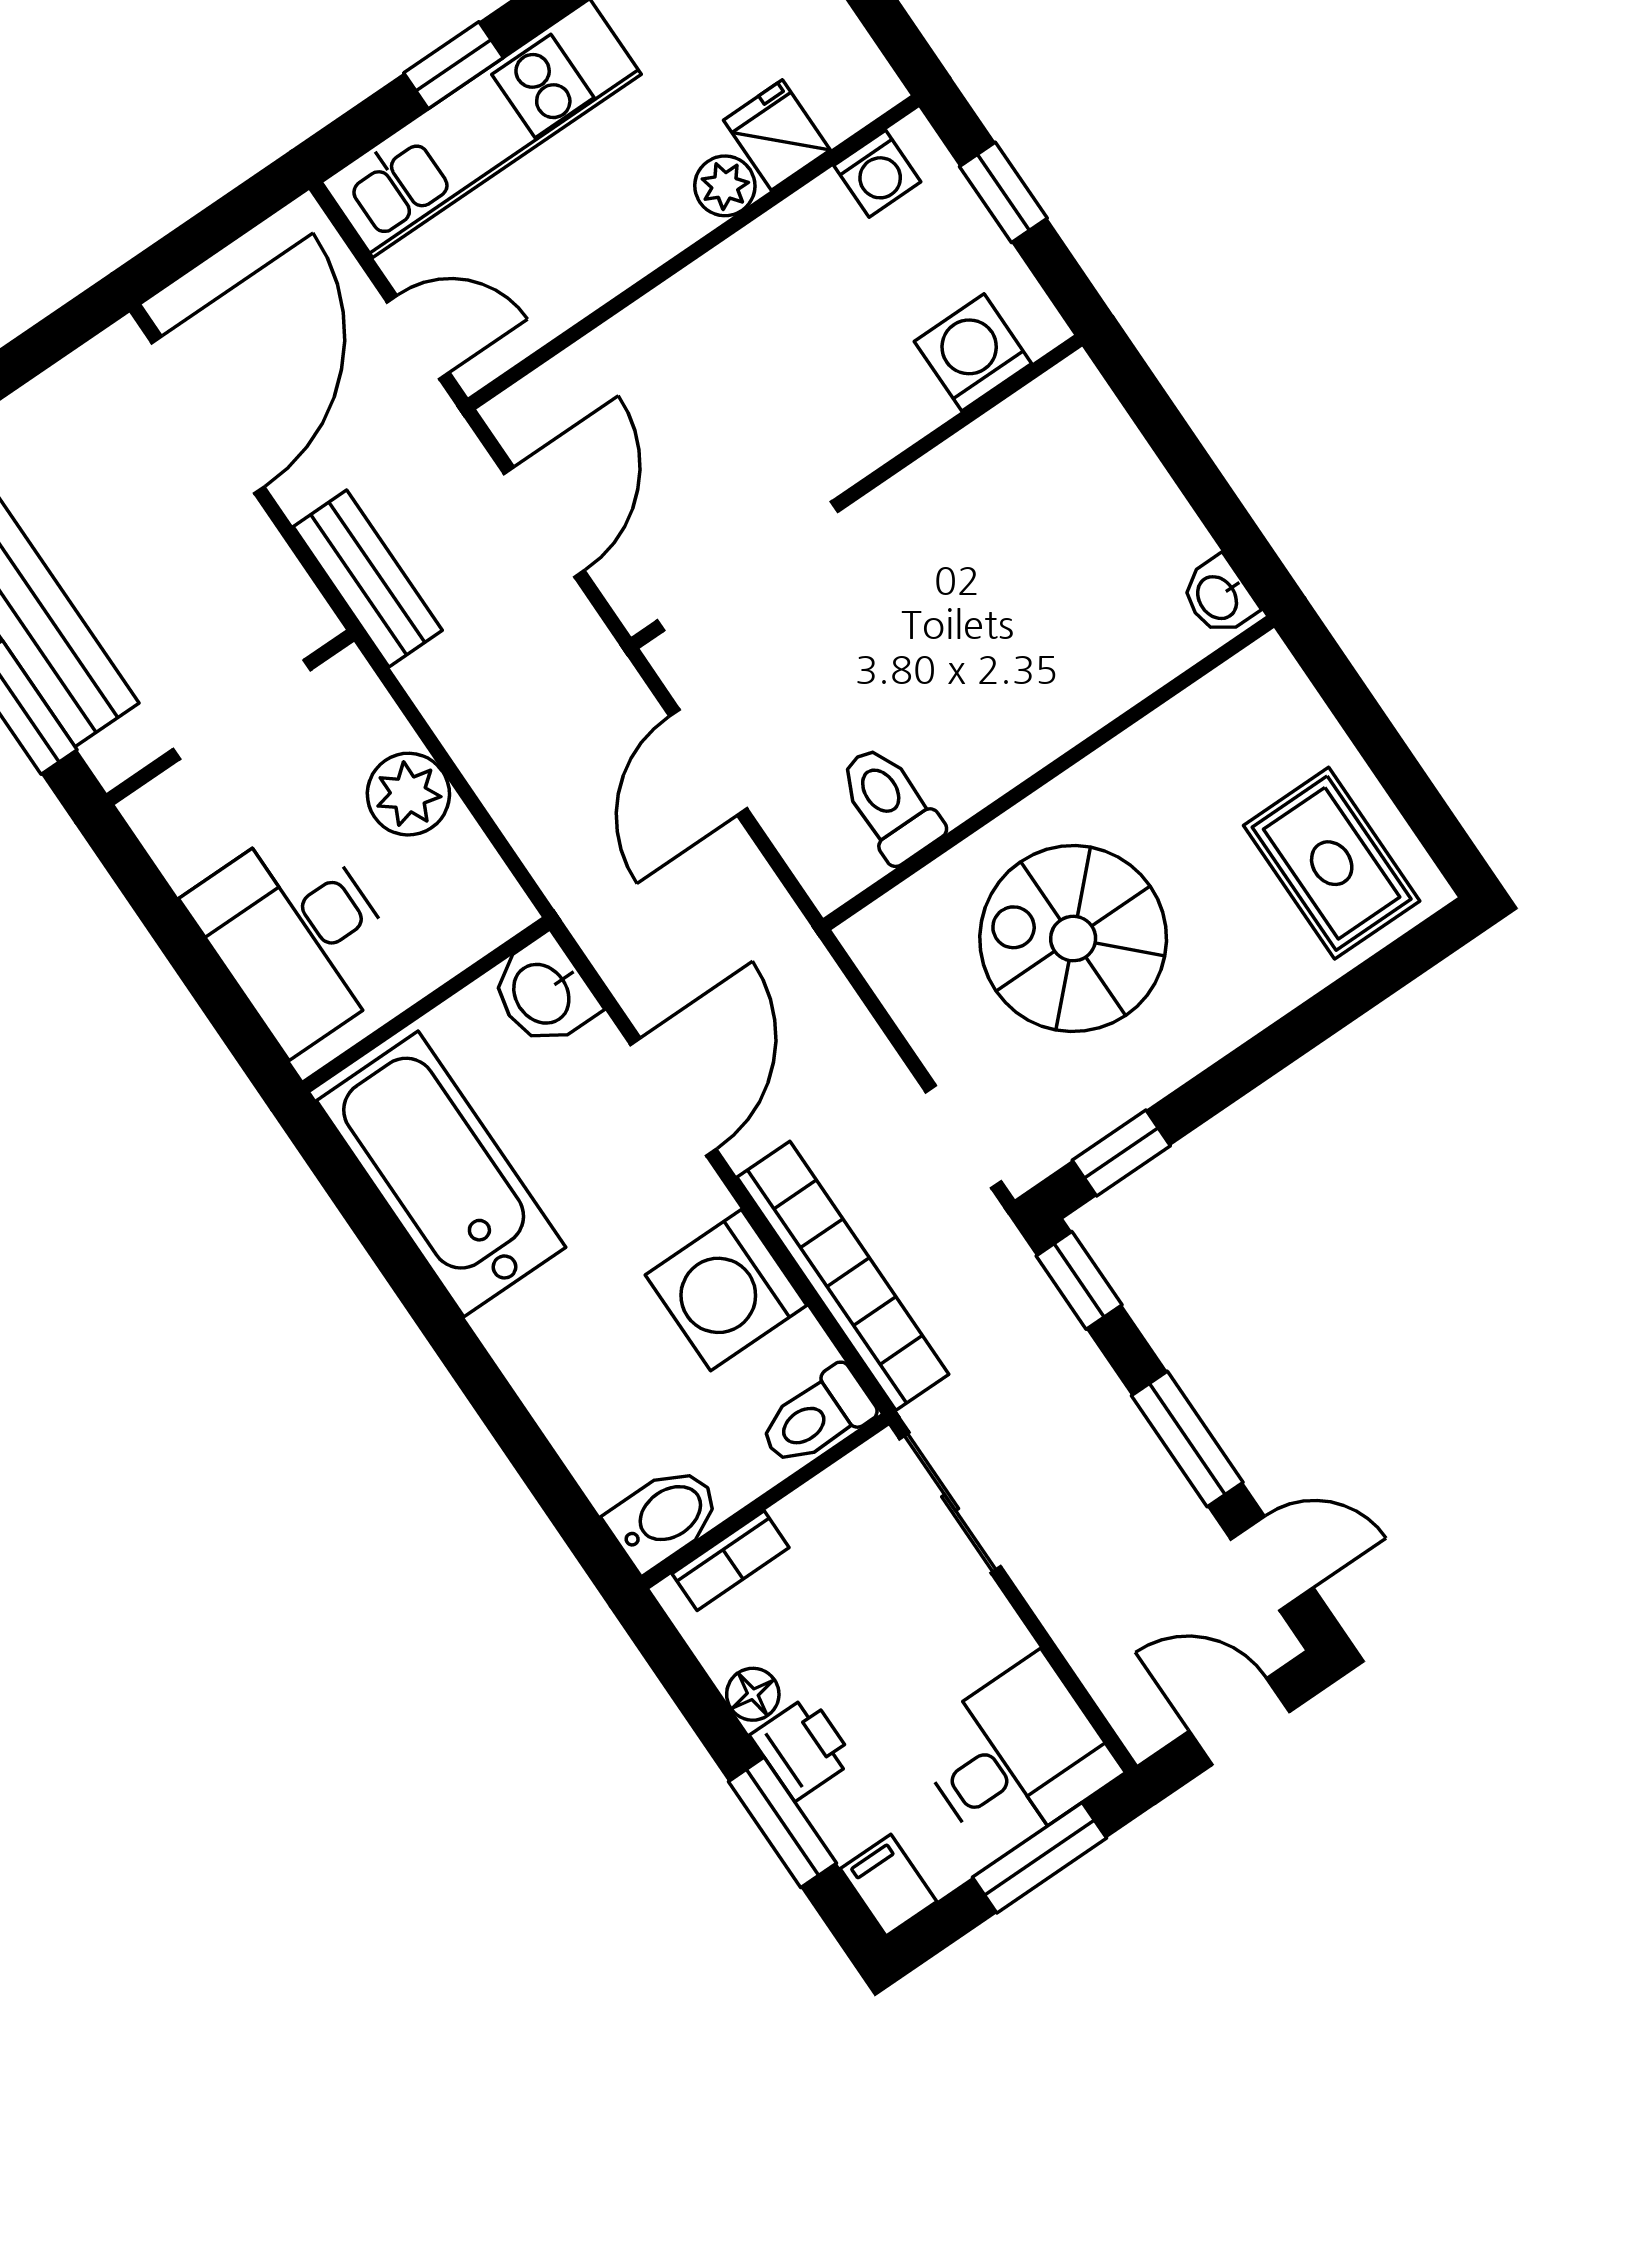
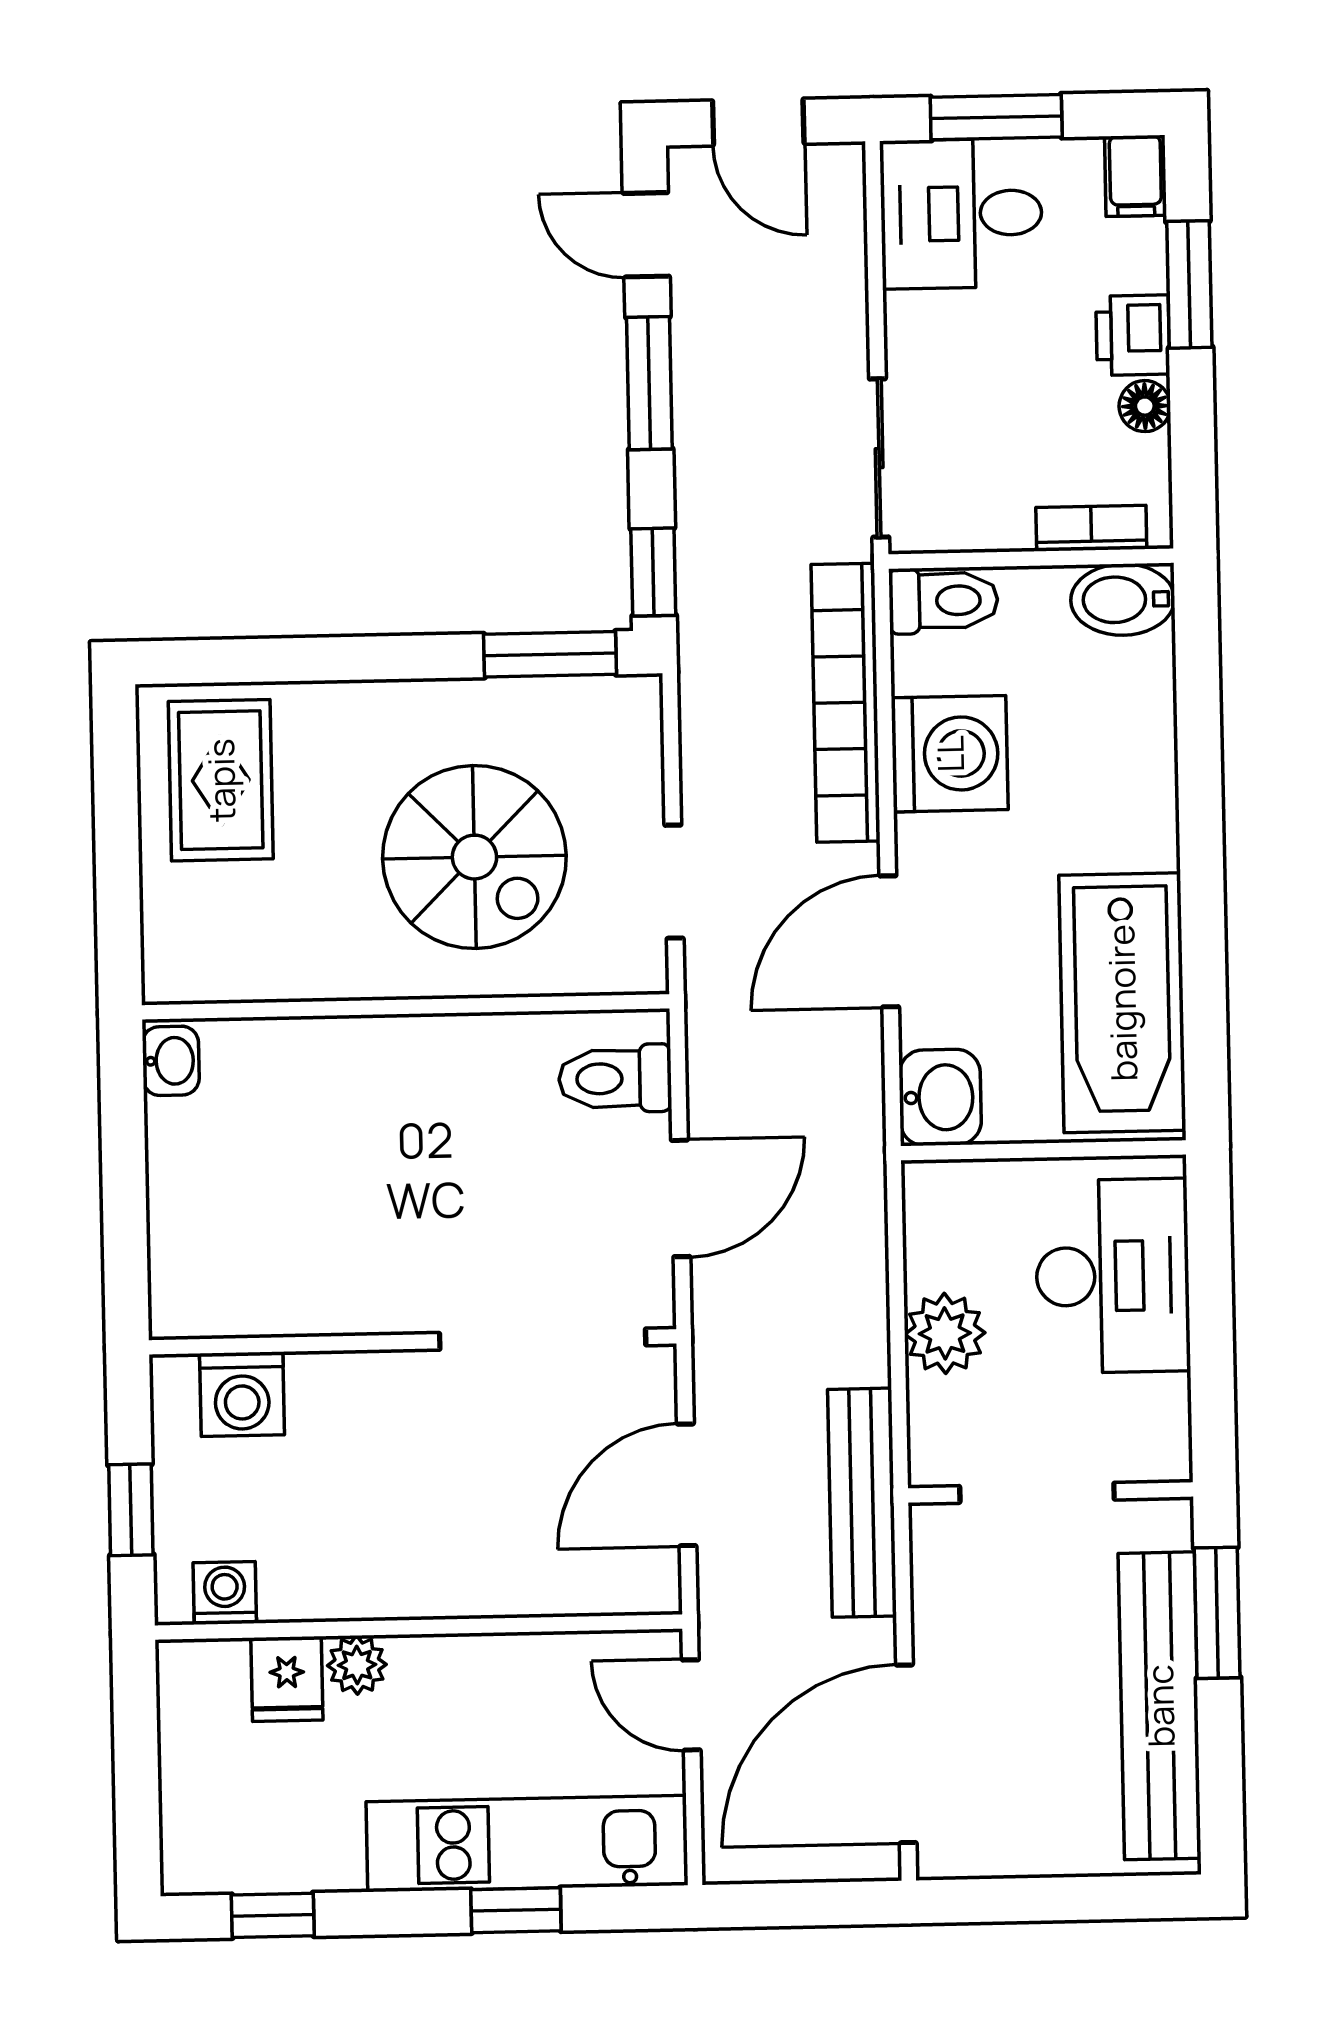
bench: (368, 578) -> (862, 1503), width x1.36
toilet: (890, 804) -> (615, 1078), moved, turned 90
doorway: (964, 1137) -> (674, 882), moved
window: (1121, 1153) -> (550, 654), width x1.50

